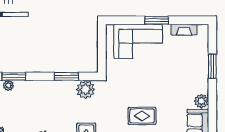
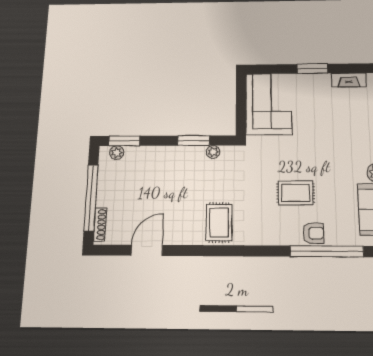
corner sofa: (138, 41) -> (269, 104), moved, turned -90
plant: (85, 89) -> (213, 152), width x0.53, depth x0.53

